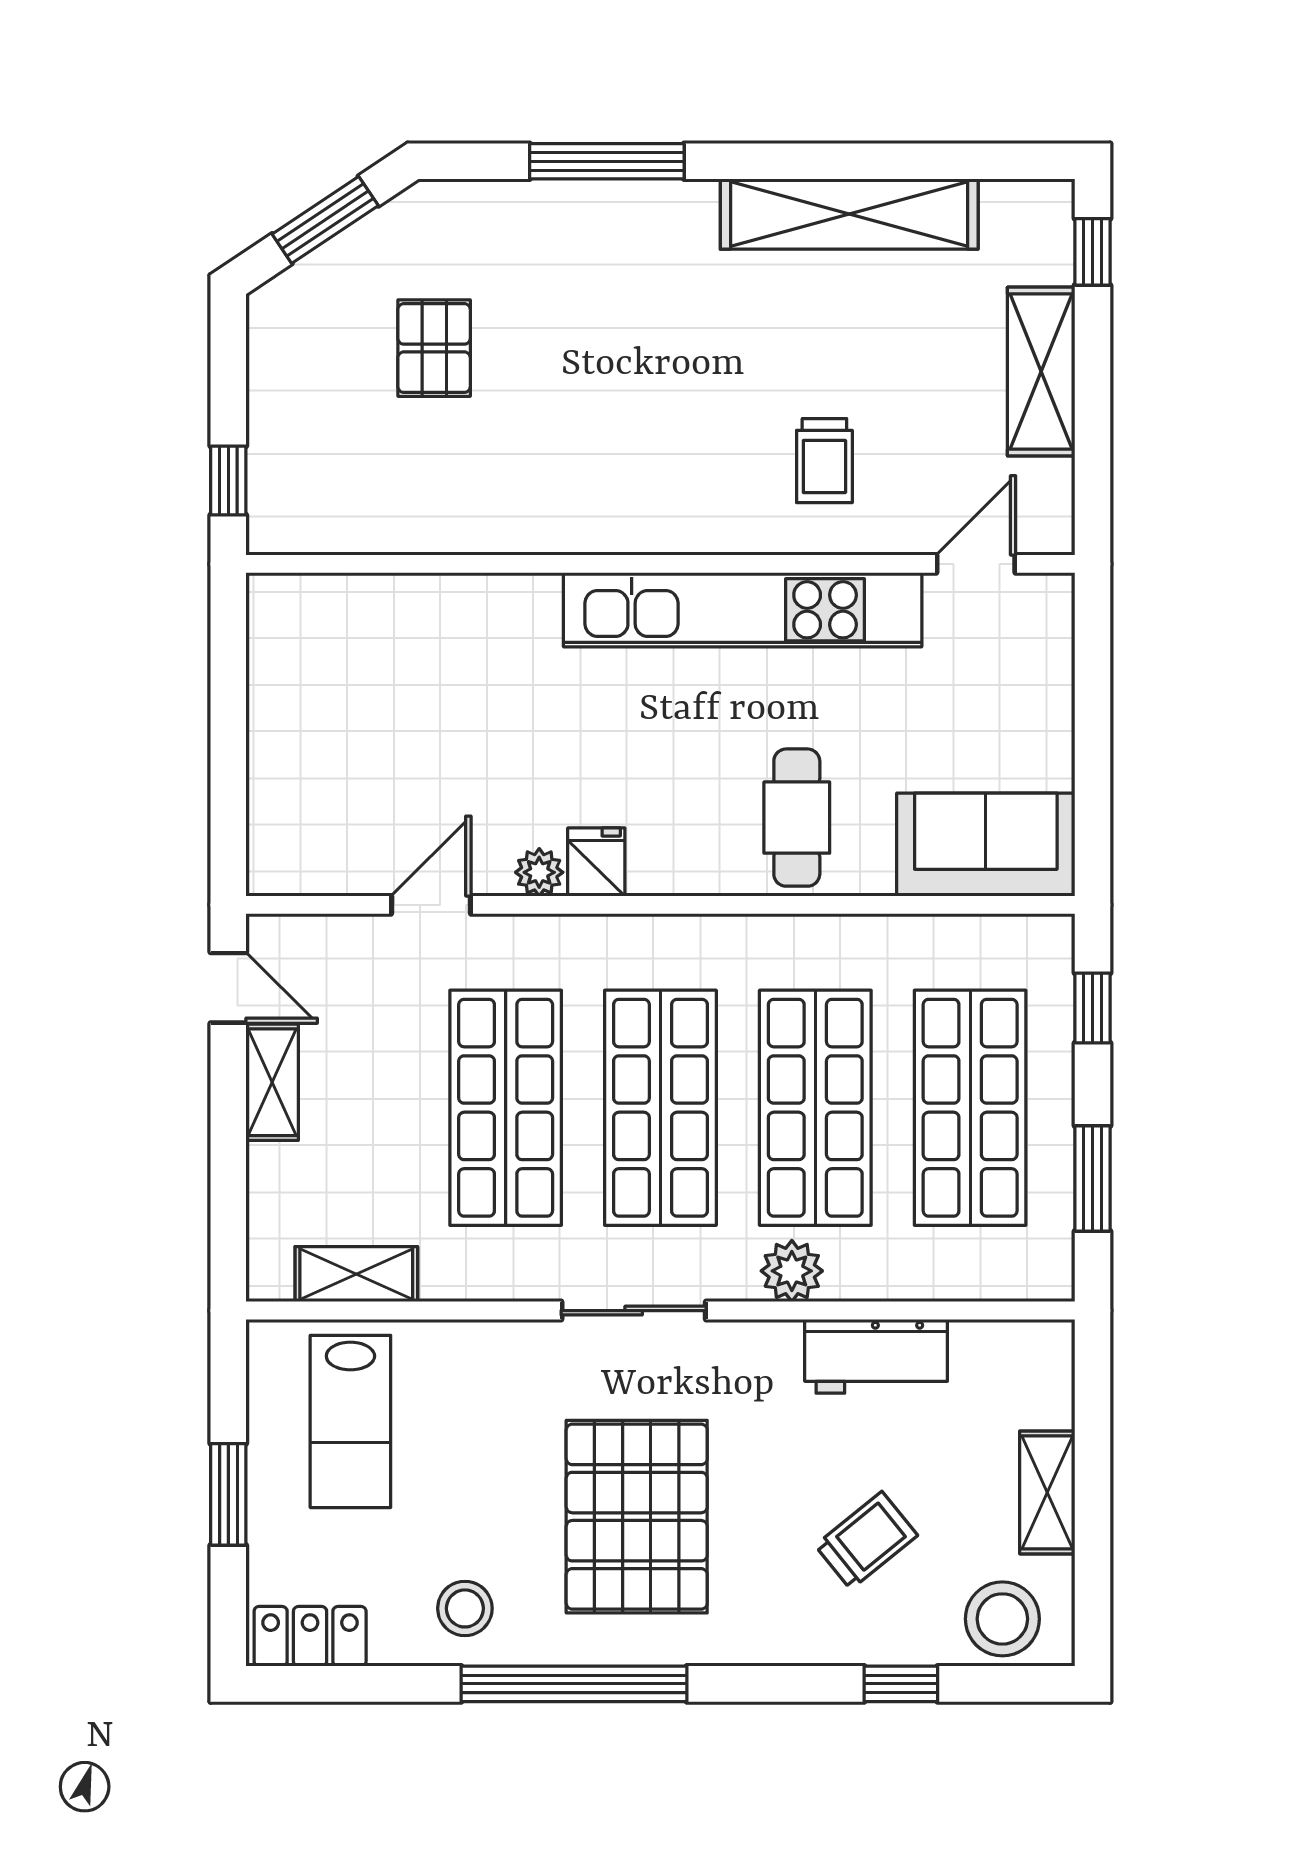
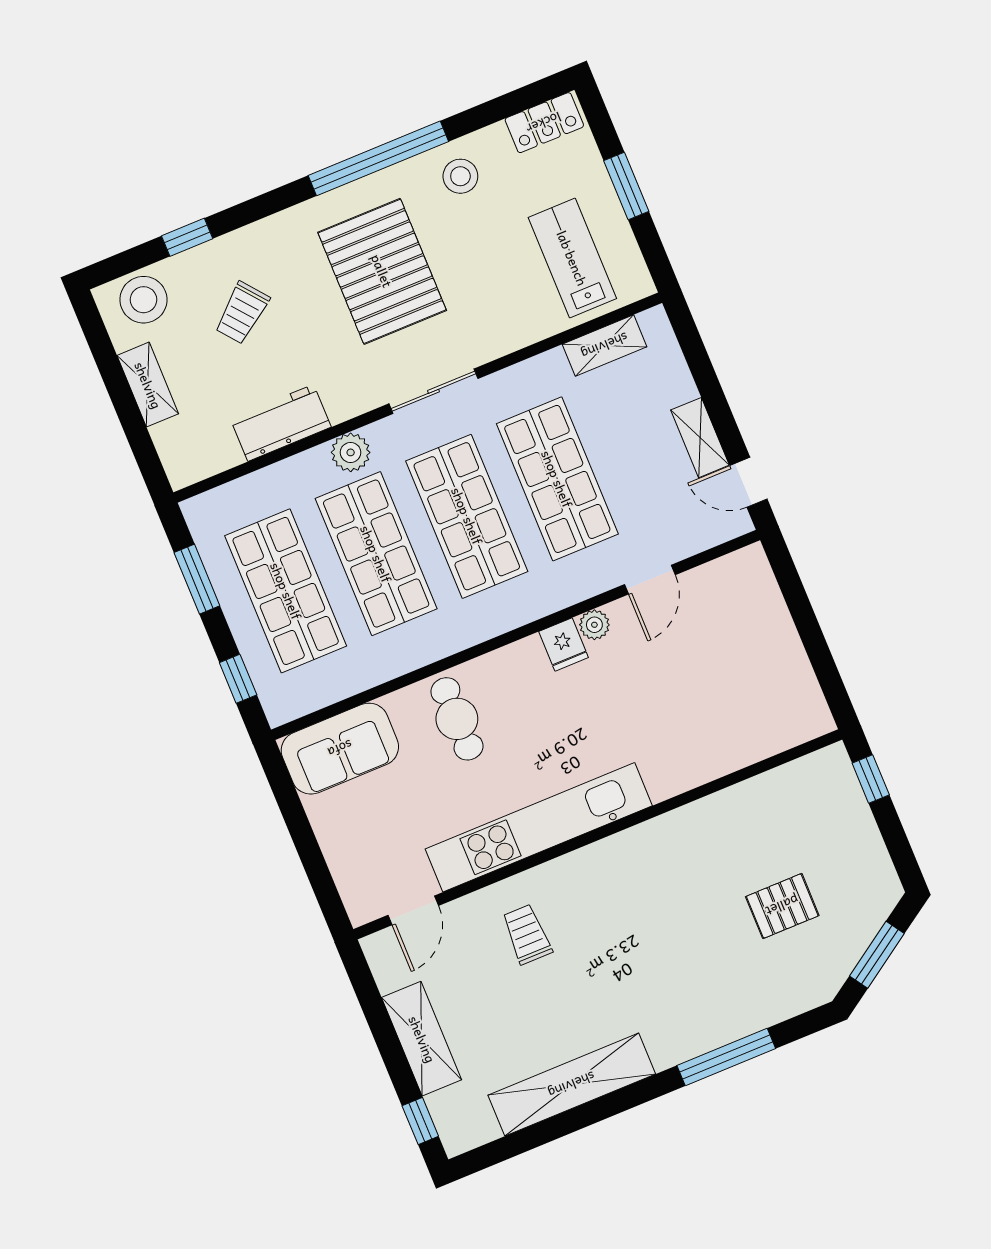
pallet: (434, 348) -> (782, 906), turned 90

